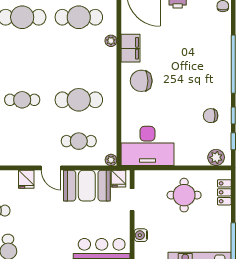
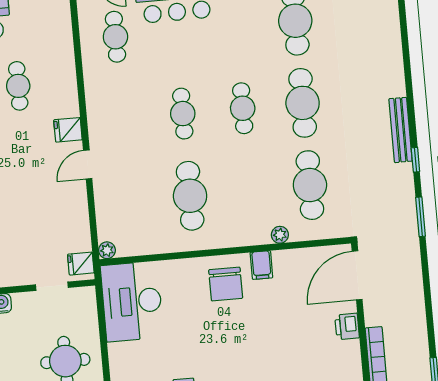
filing cabinet: (130, 48) -> (261, 265), width x0.50
chair: (141, 81) -> (226, 284), turned 180
cafe table: (79, 141) -> (243, 108), moved
booth: (87, 186) -> (66, 219), removed

